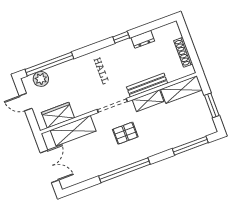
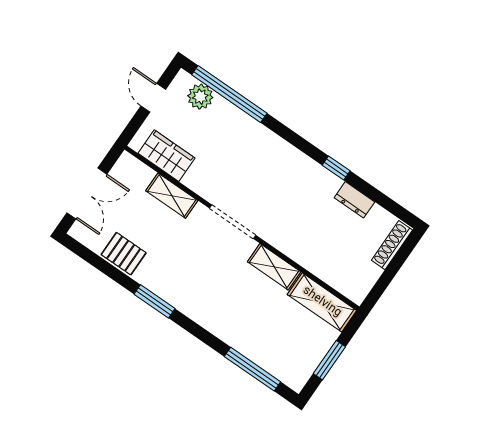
shoe rack: (183, 52) -> (392, 245), moved
bench: (147, 85) -> (295, 250), removed
shelving: (73, 131) -> (172, 196), width x0.67, depth x0.75
pallet: (125, 133) -> (124, 254), moved
window: (124, 170) -> (154, 301), width x0.47

